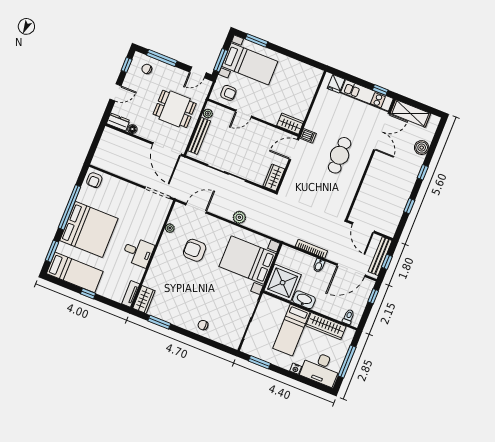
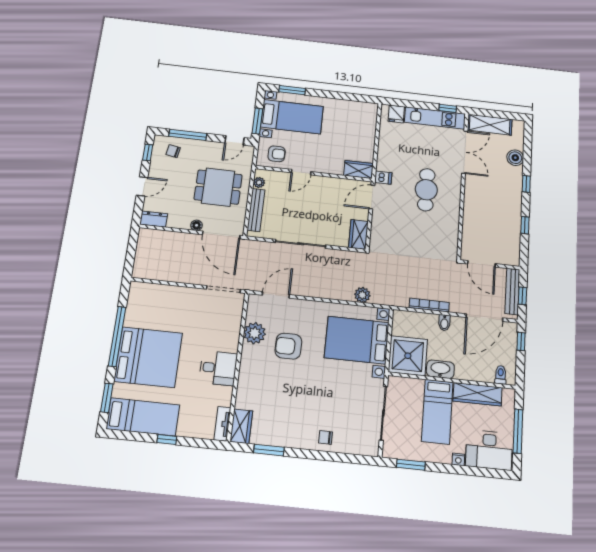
floor lamp: (132, 129) -> (197, 225), moved
armchair: (94, 180) -> (141, 295), removed
plant: (239, 217) -> (362, 295), moved
plant: (170, 228) -> (255, 333), width x1.87, depth x1.87

